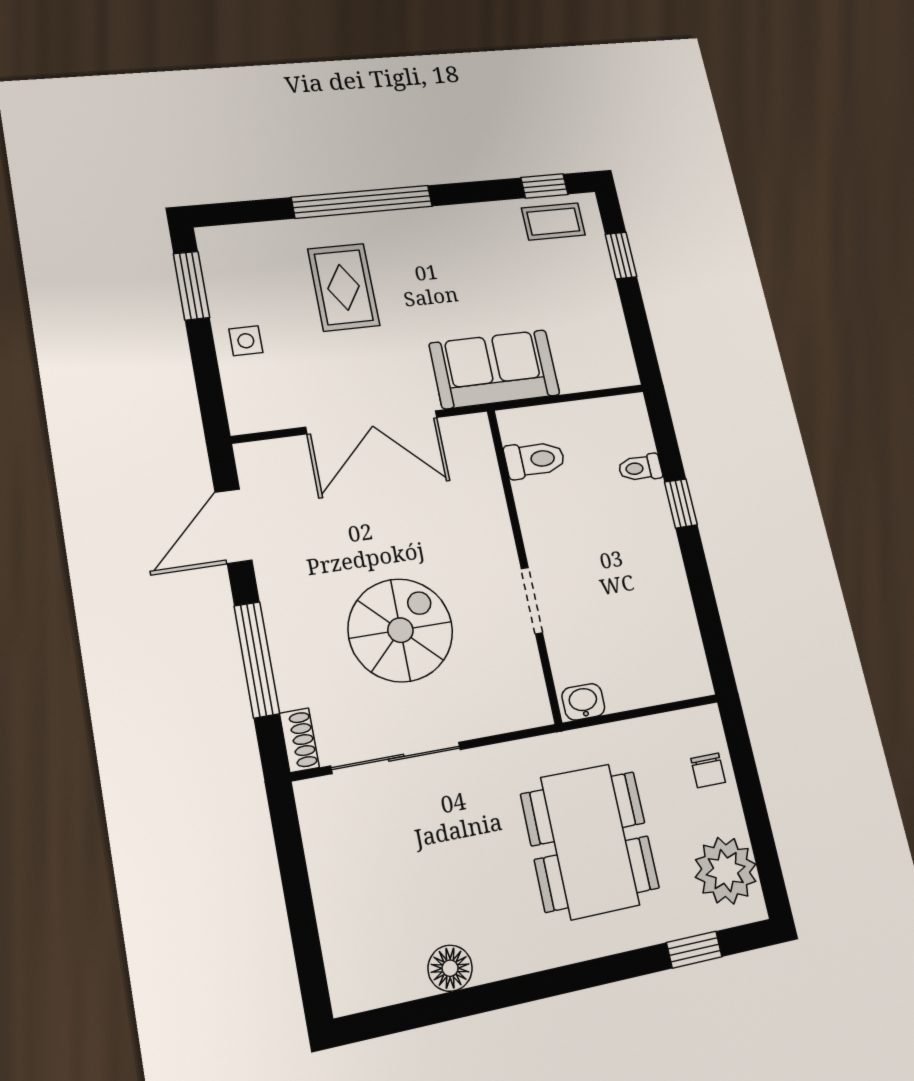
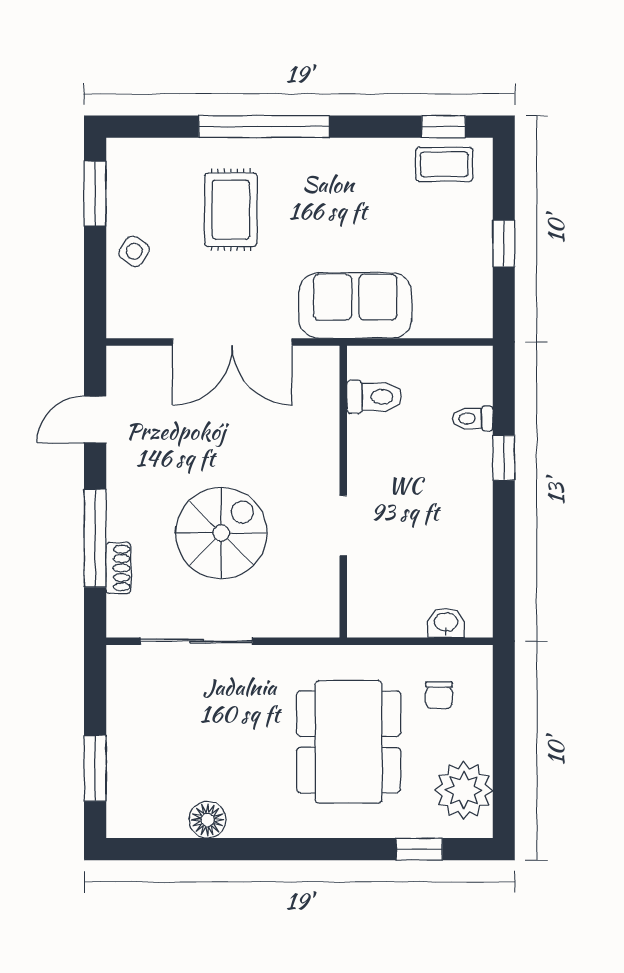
window: (621, 255) -> (504, 243), moved
side table: (246, 341) -> (134, 251), turned 32
door: (233, 526) -> (95, 420), width x0.73
washbasin: (583, 702) -> (446, 623), moved
shoe rack: (299, 740) -> (118, 568), moved
chair: (708, 770) -> (439, 695), moved
window: (305, 934) -> (95, 768), added

